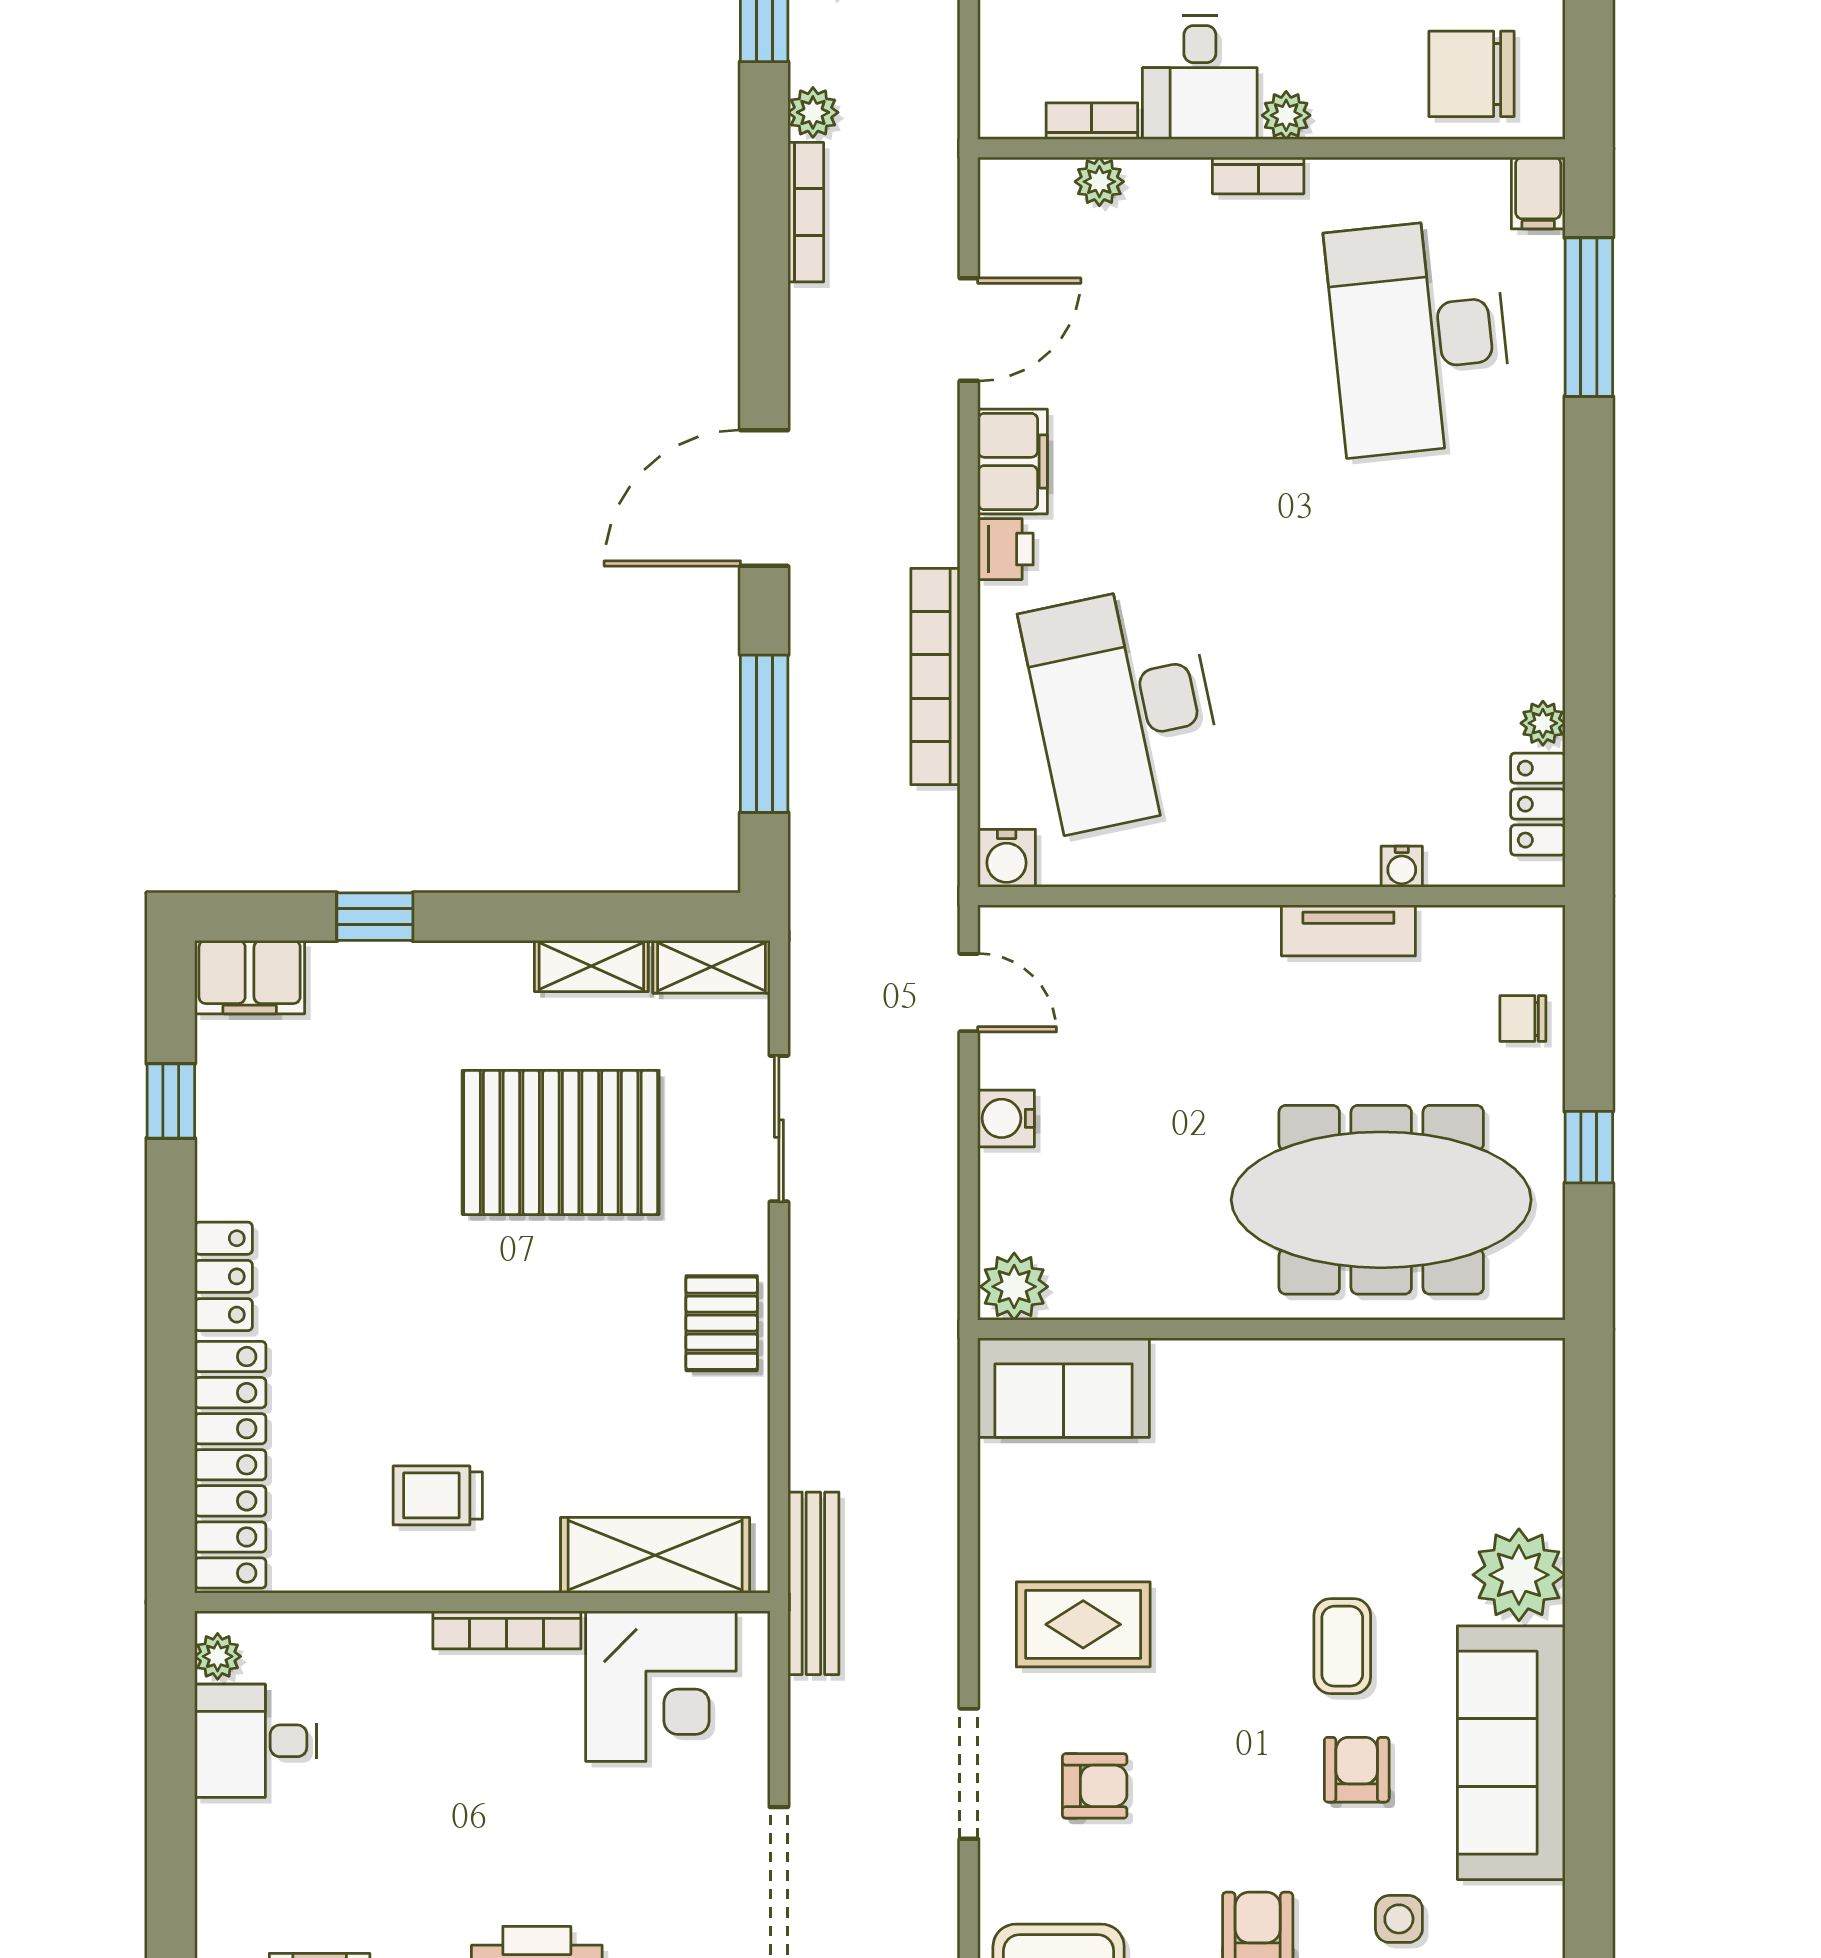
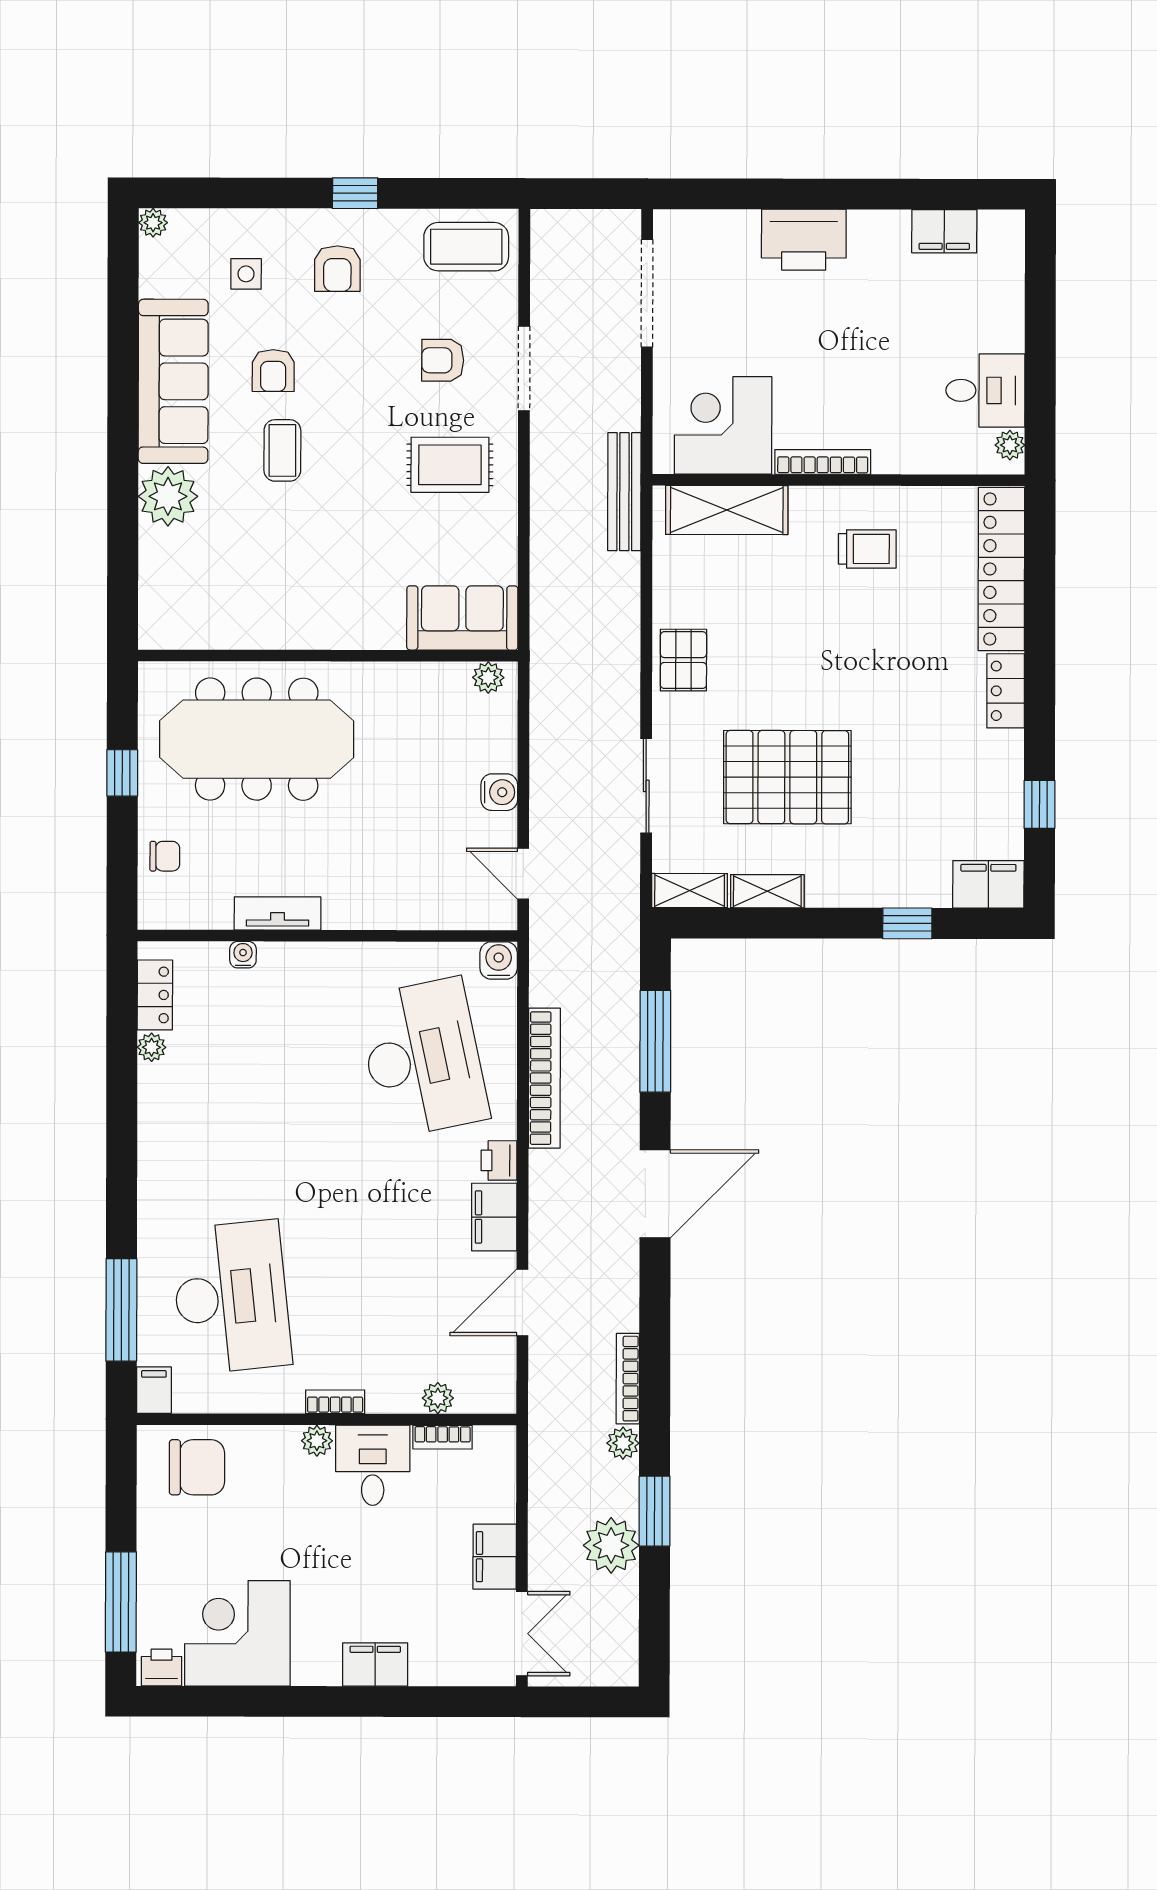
plant: (1014, 1287) -> (488, 677), width x0.73, depth x0.73

